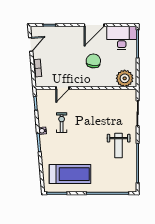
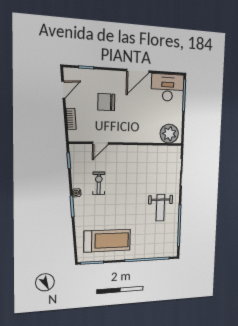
chair: (93, 61) -> (106, 102), moved, turned -95

